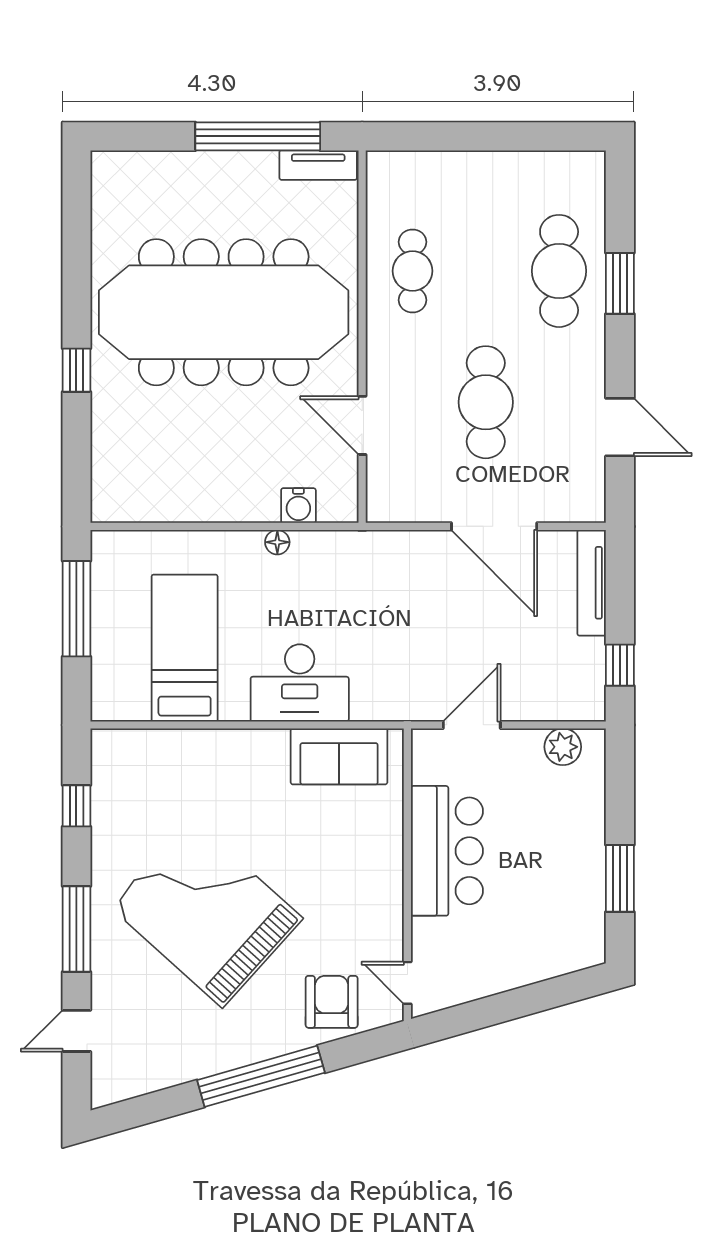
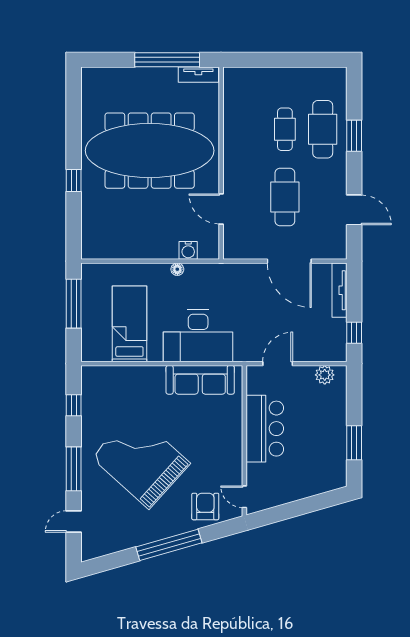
cafe table: (413, 271) -> (285, 129), moved
desk: (300, 683) -> (198, 336), width x1.36, depth x1.30
sofa: (339, 756) -> (200, 380), width x1.36

